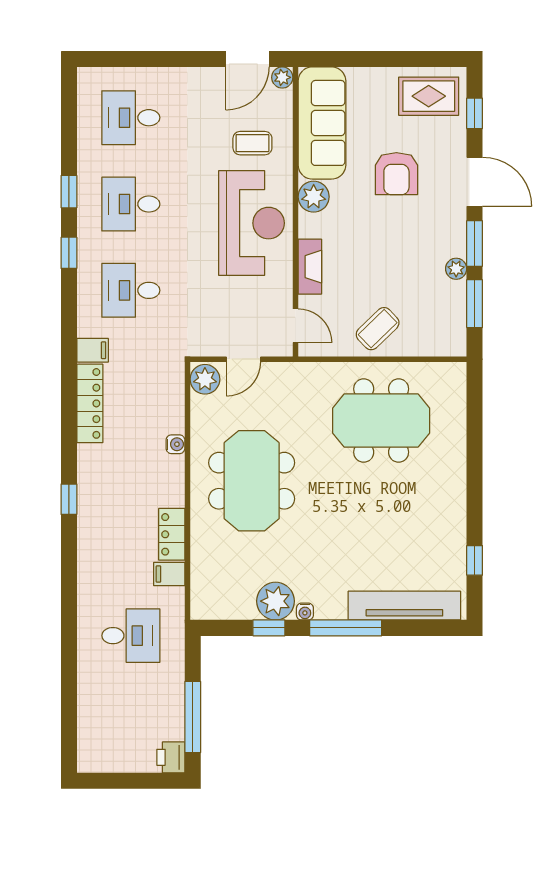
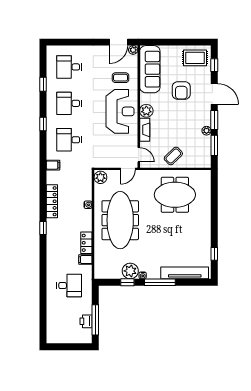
window: (69, 192) -> (43, 84), moved
plant: (314, 197) -> (146, 111), moved
door: (244, 359) -> (128, 169), moved
locker: (90, 403) -> (52, 201), moved
meeting table: (252, 481) -> (120, 220), width x1.36
printer: (171, 757) -> (86, 321), moved

